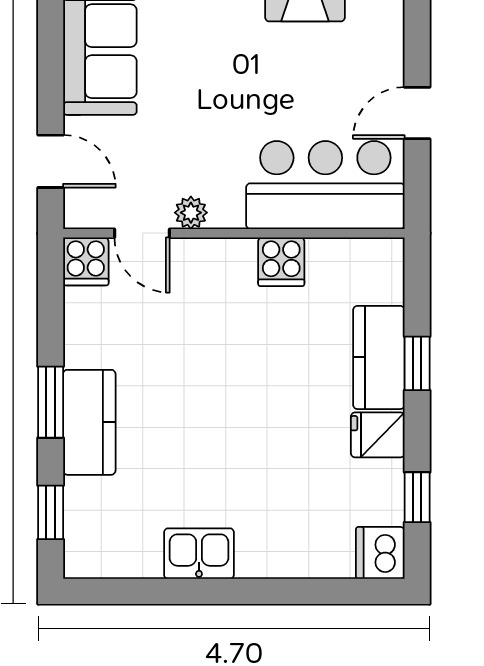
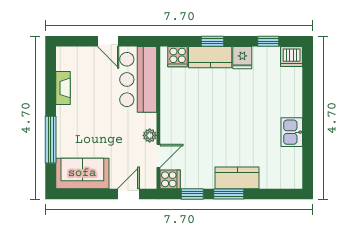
cooker: (281, 262) -> (178, 57), moved, turned 90
window: (51, 512) -> (192, 194), moved

